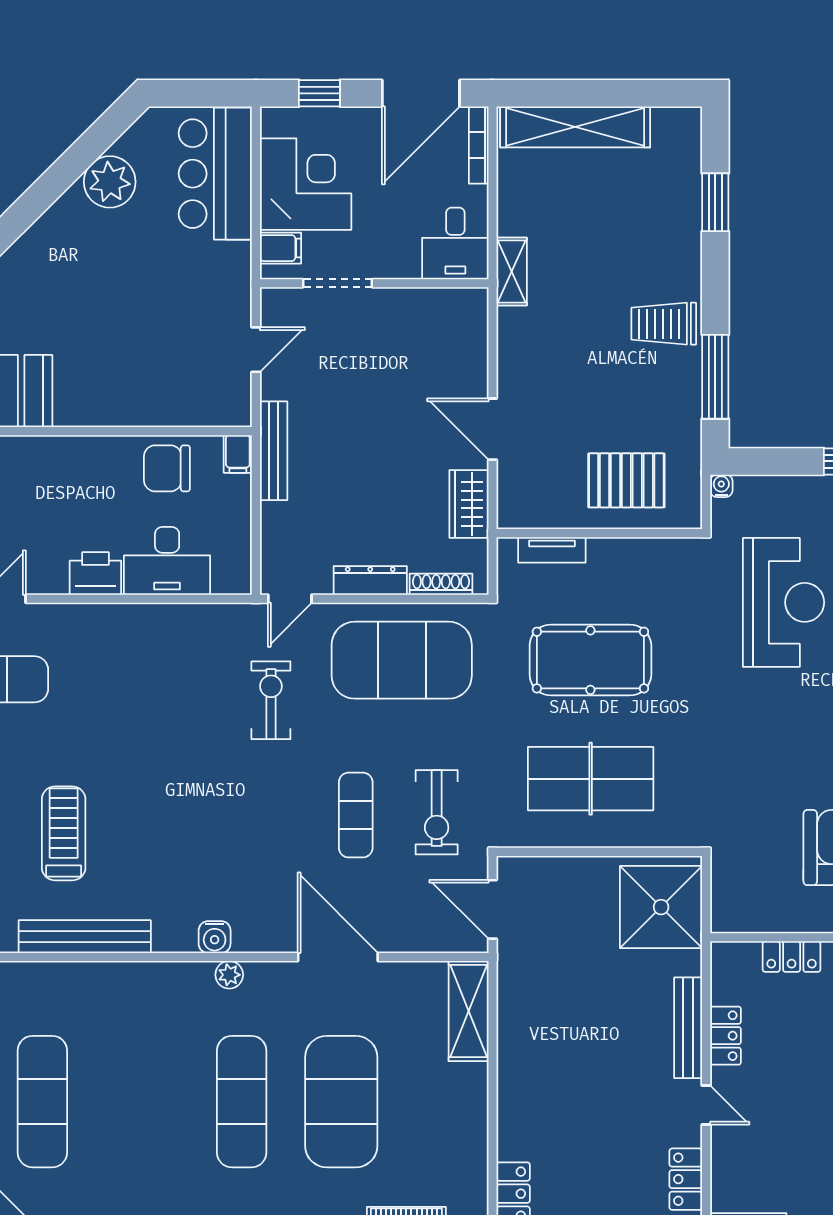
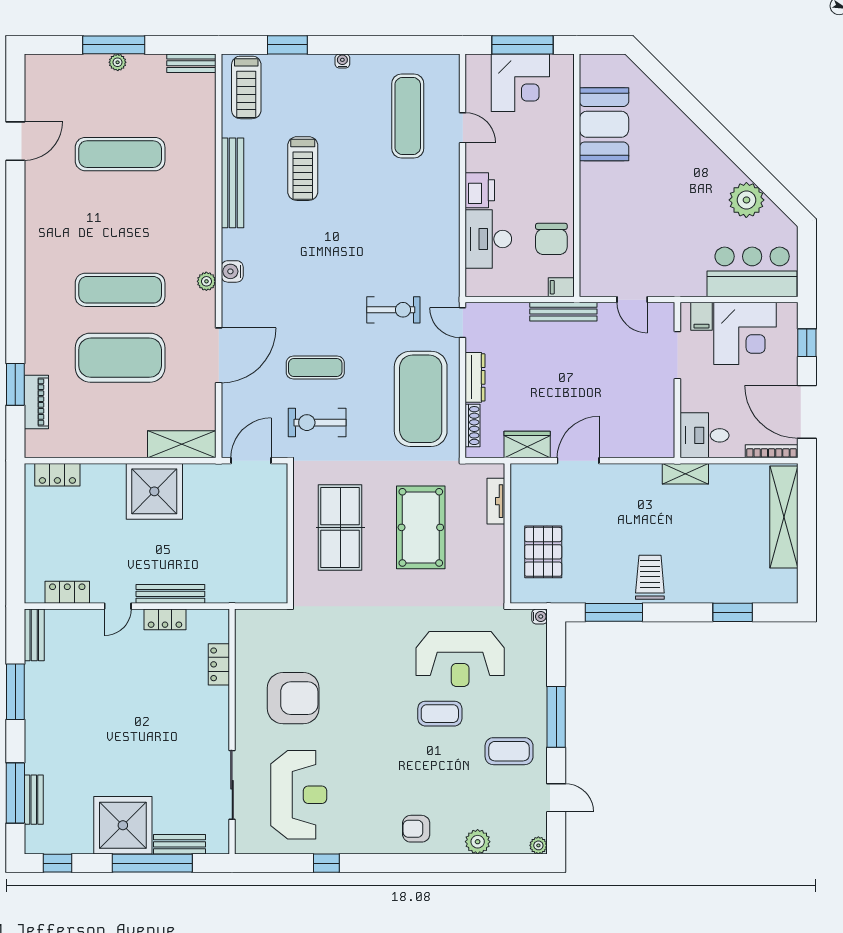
chair: (167, 468) -> (551, 239), turned 180
treadmill: (64, 833) -> (303, 169), turned 90
shower: (661, 907) -> (154, 491), moved

